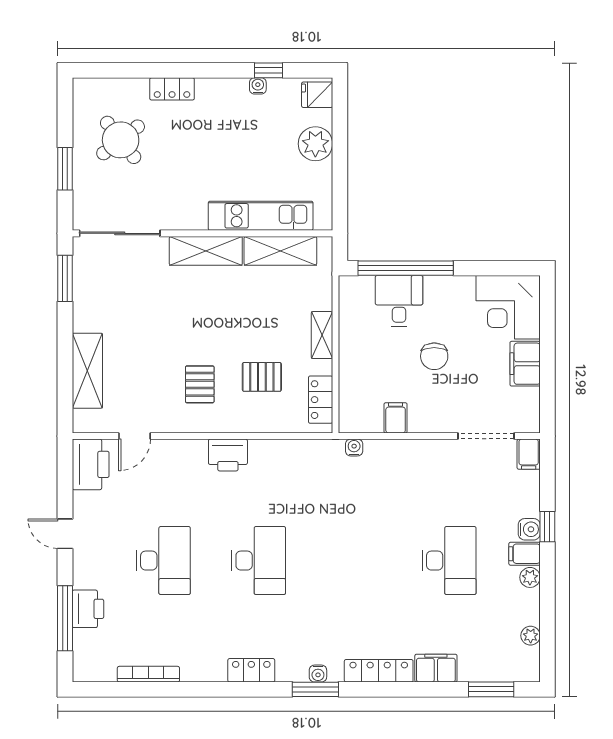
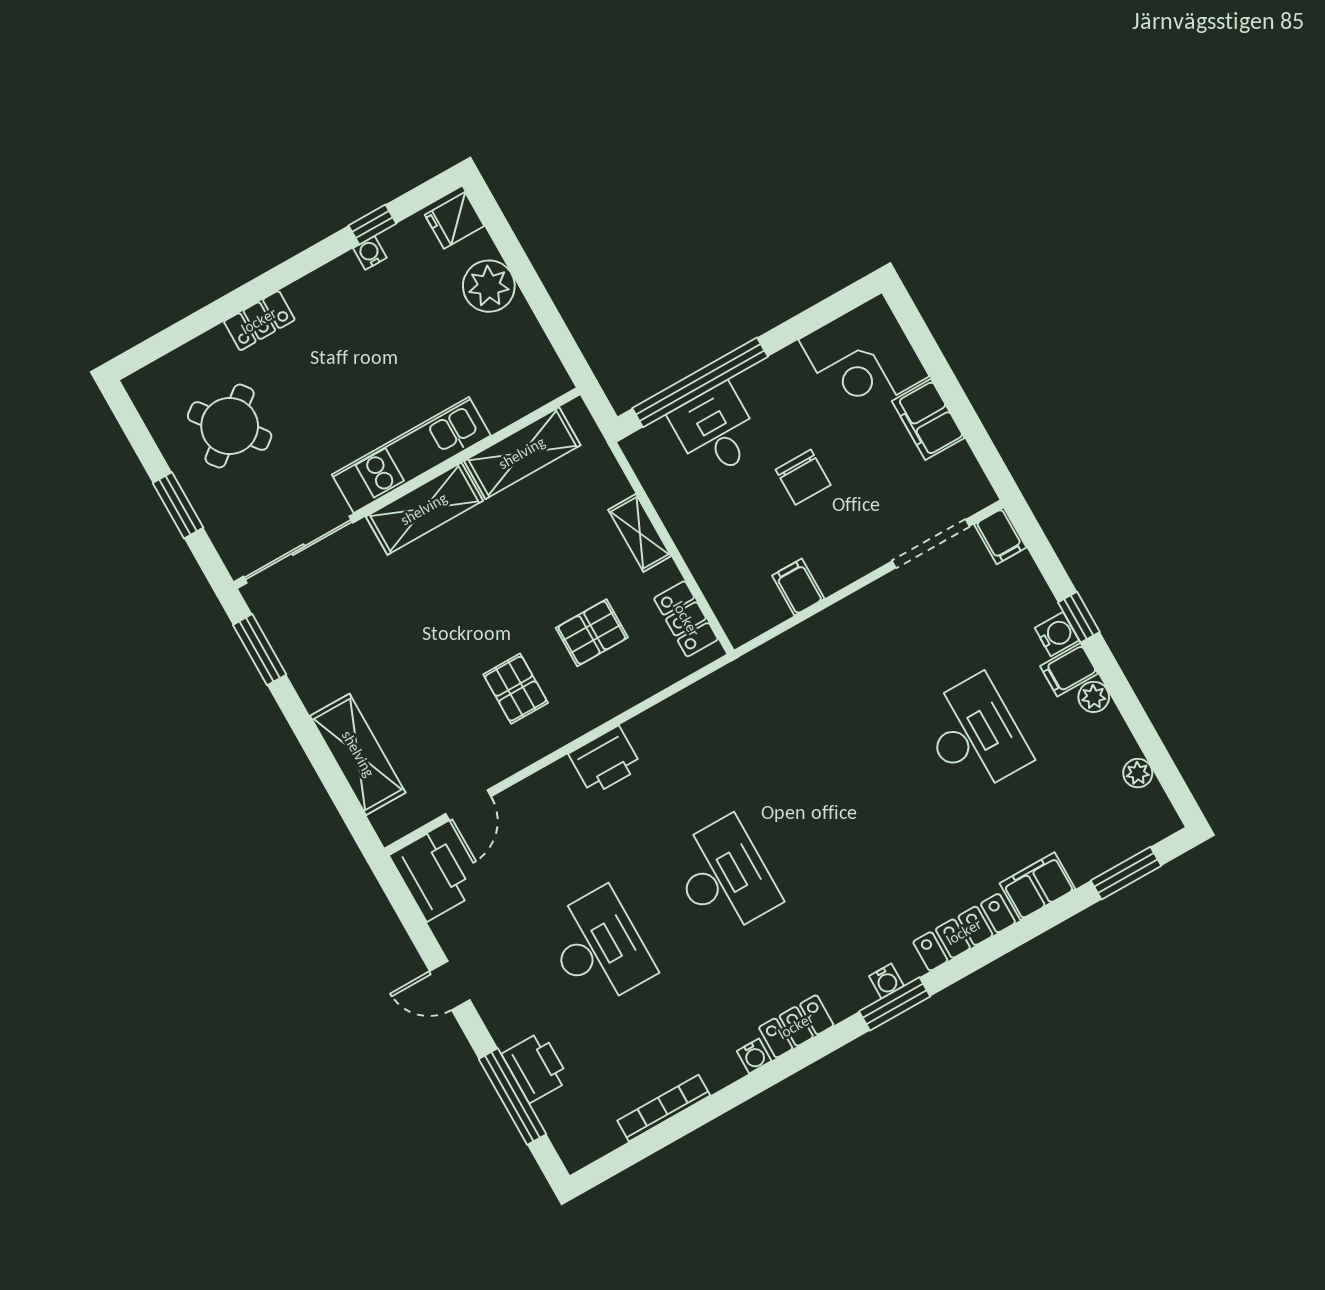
kitchen unit: (261, 216) -> (411, 455), moved
water cooler: (354, 447) -> (754, 1056), moved, turned 180

